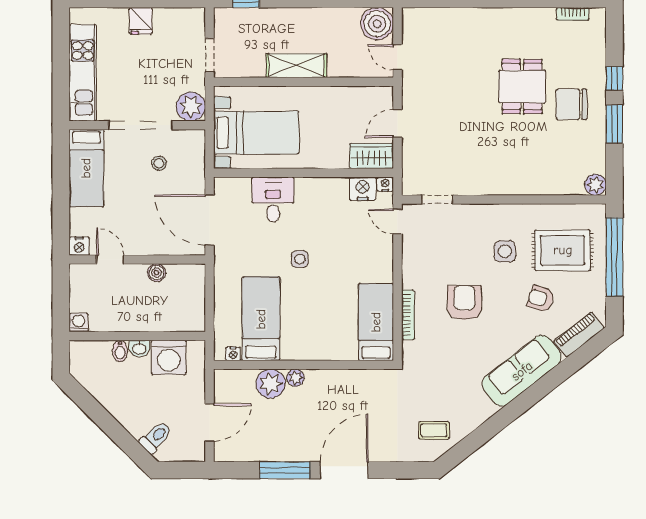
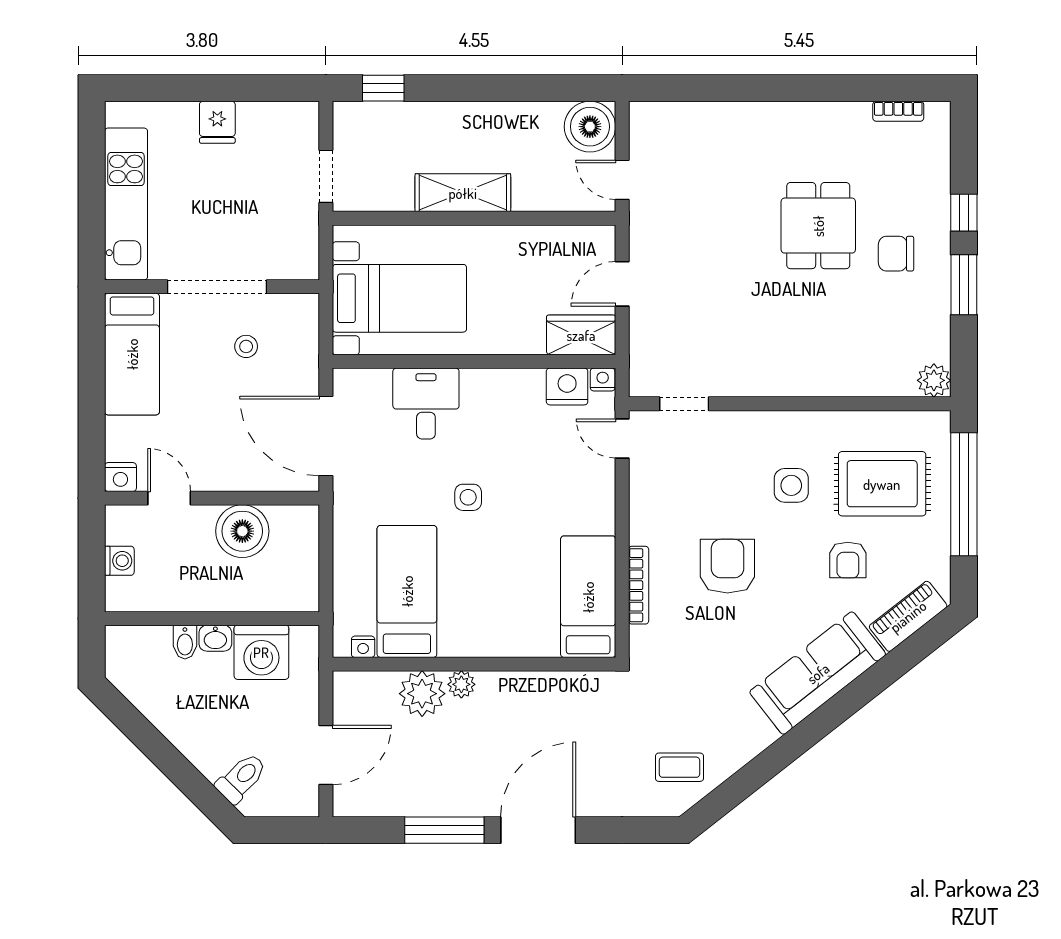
chair: (571, 104) -> (896, 254), width x0.73, depth x0.73
plant: (191, 107) -> (296, 257), removed
boiler: (156, 273) -> (242, 531), width x1.86, depth x1.86
armchair: (541, 299) -> (848, 560), turned -108
washing machine: (79, 322) -> (119, 561), moved, turned 90

